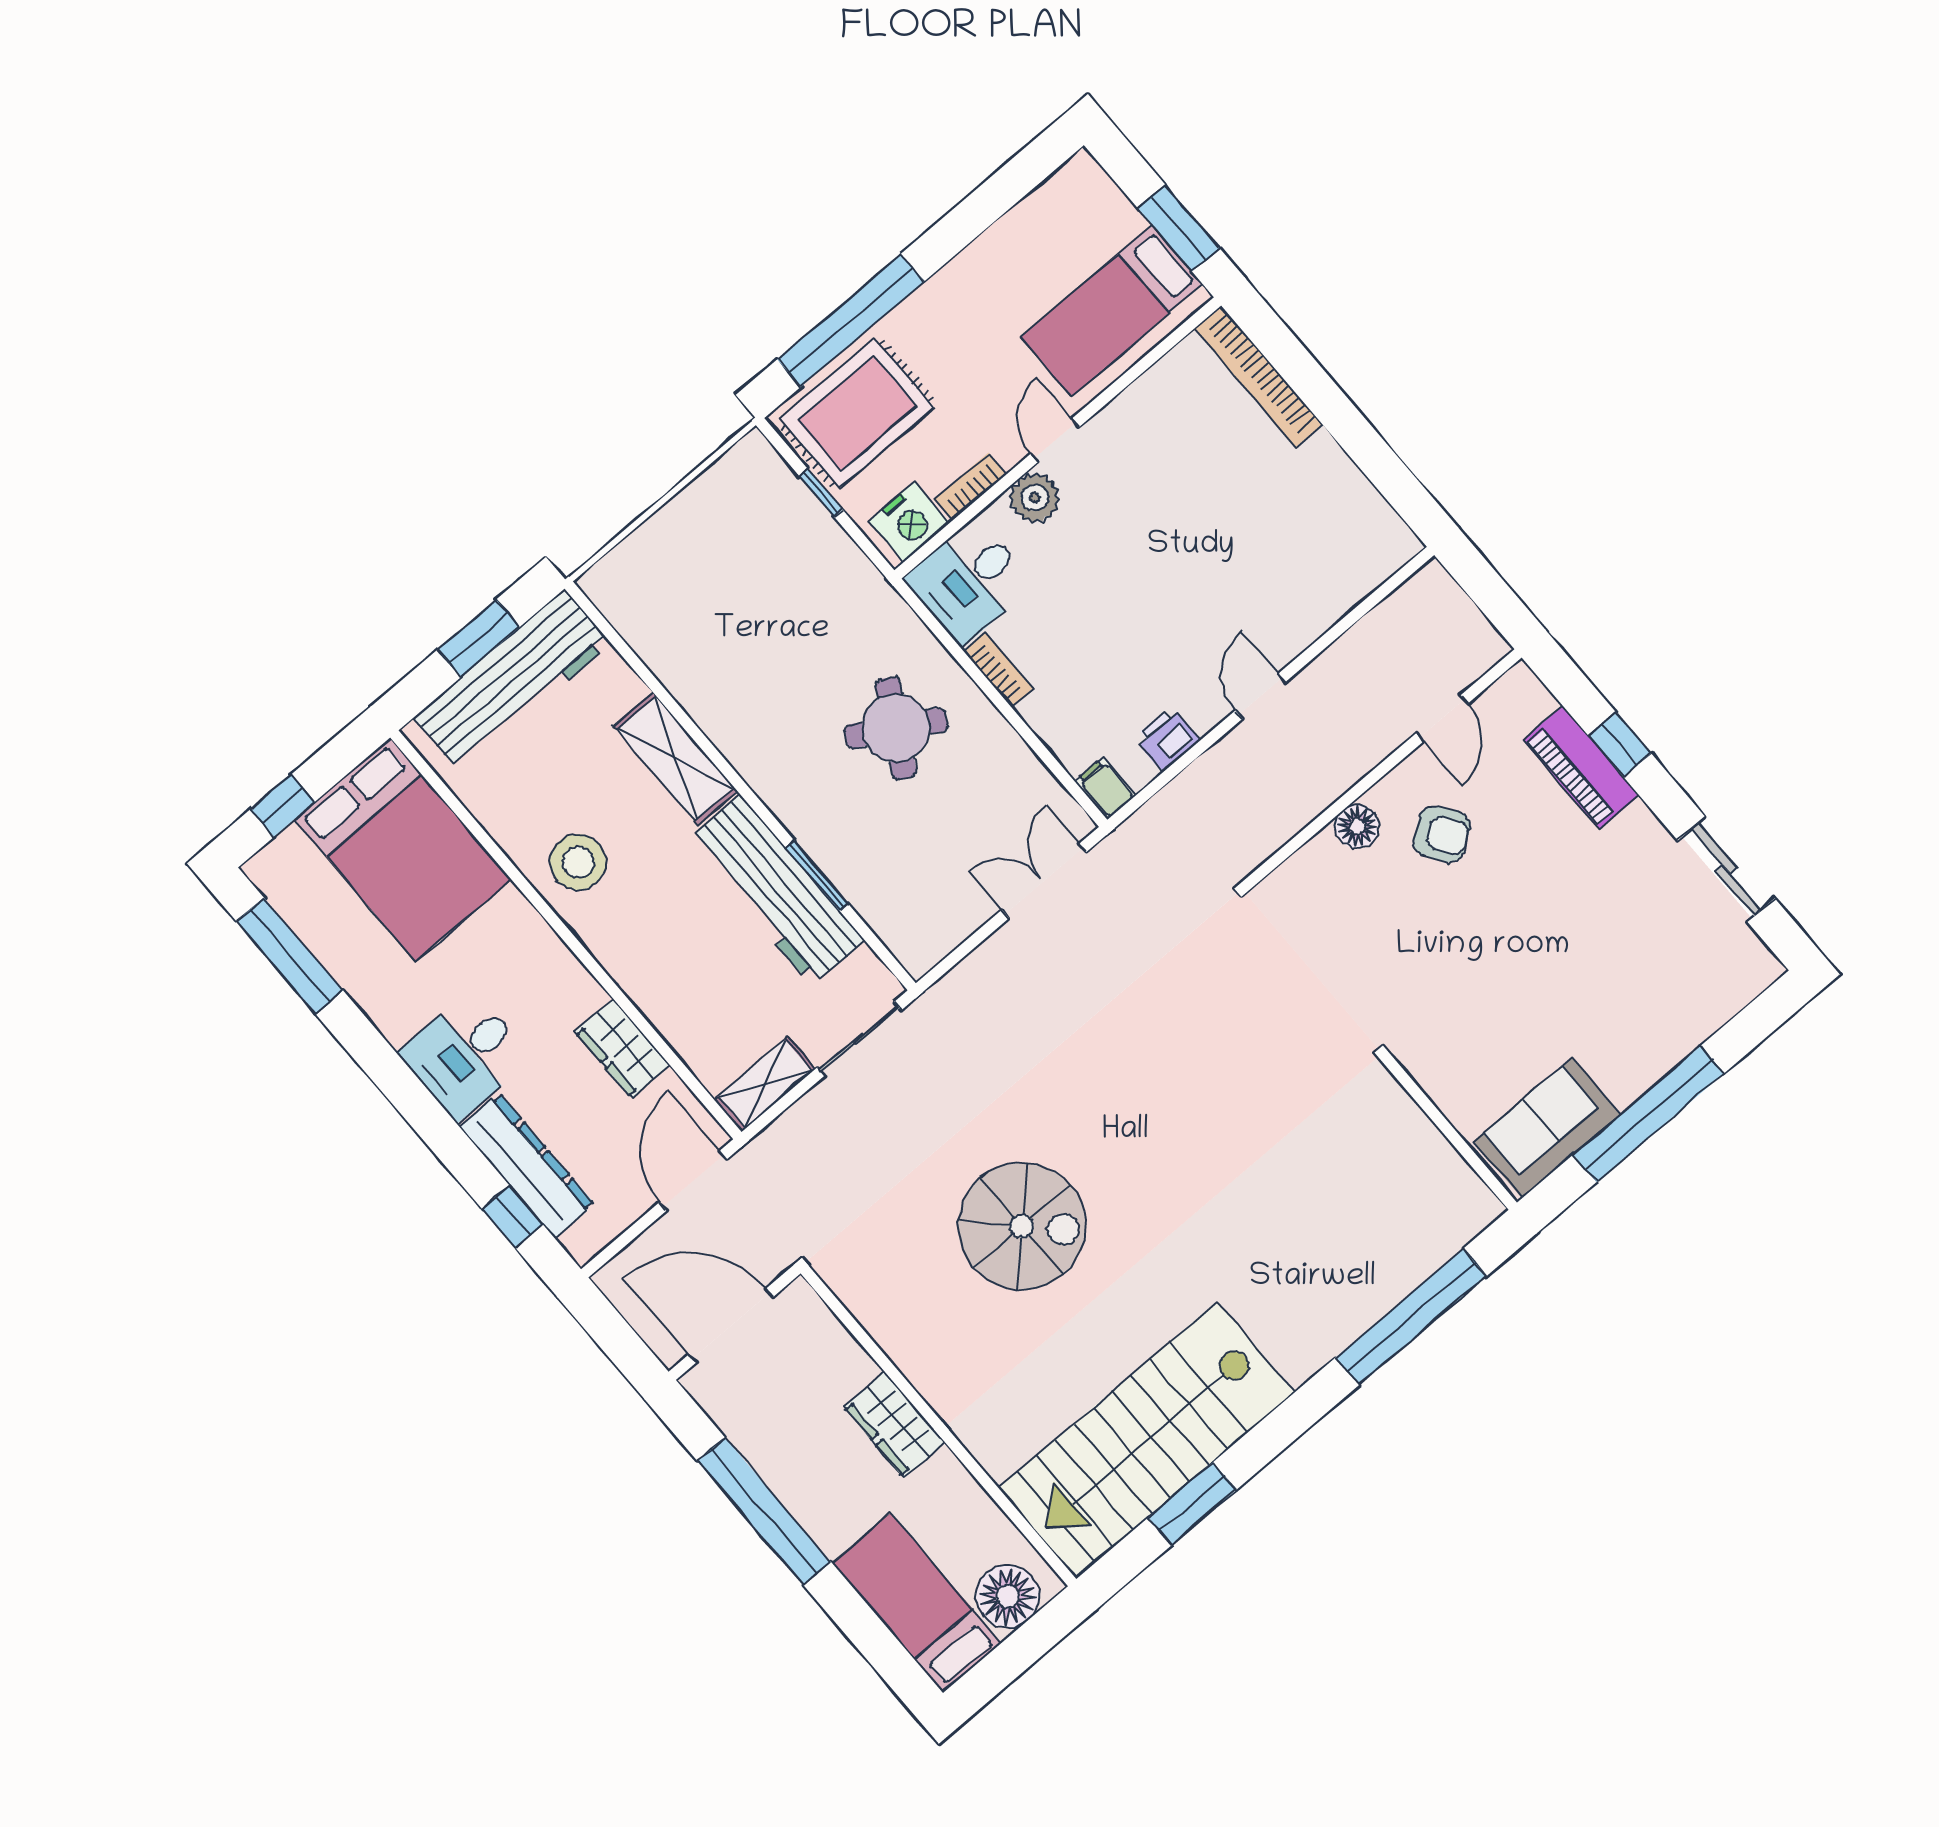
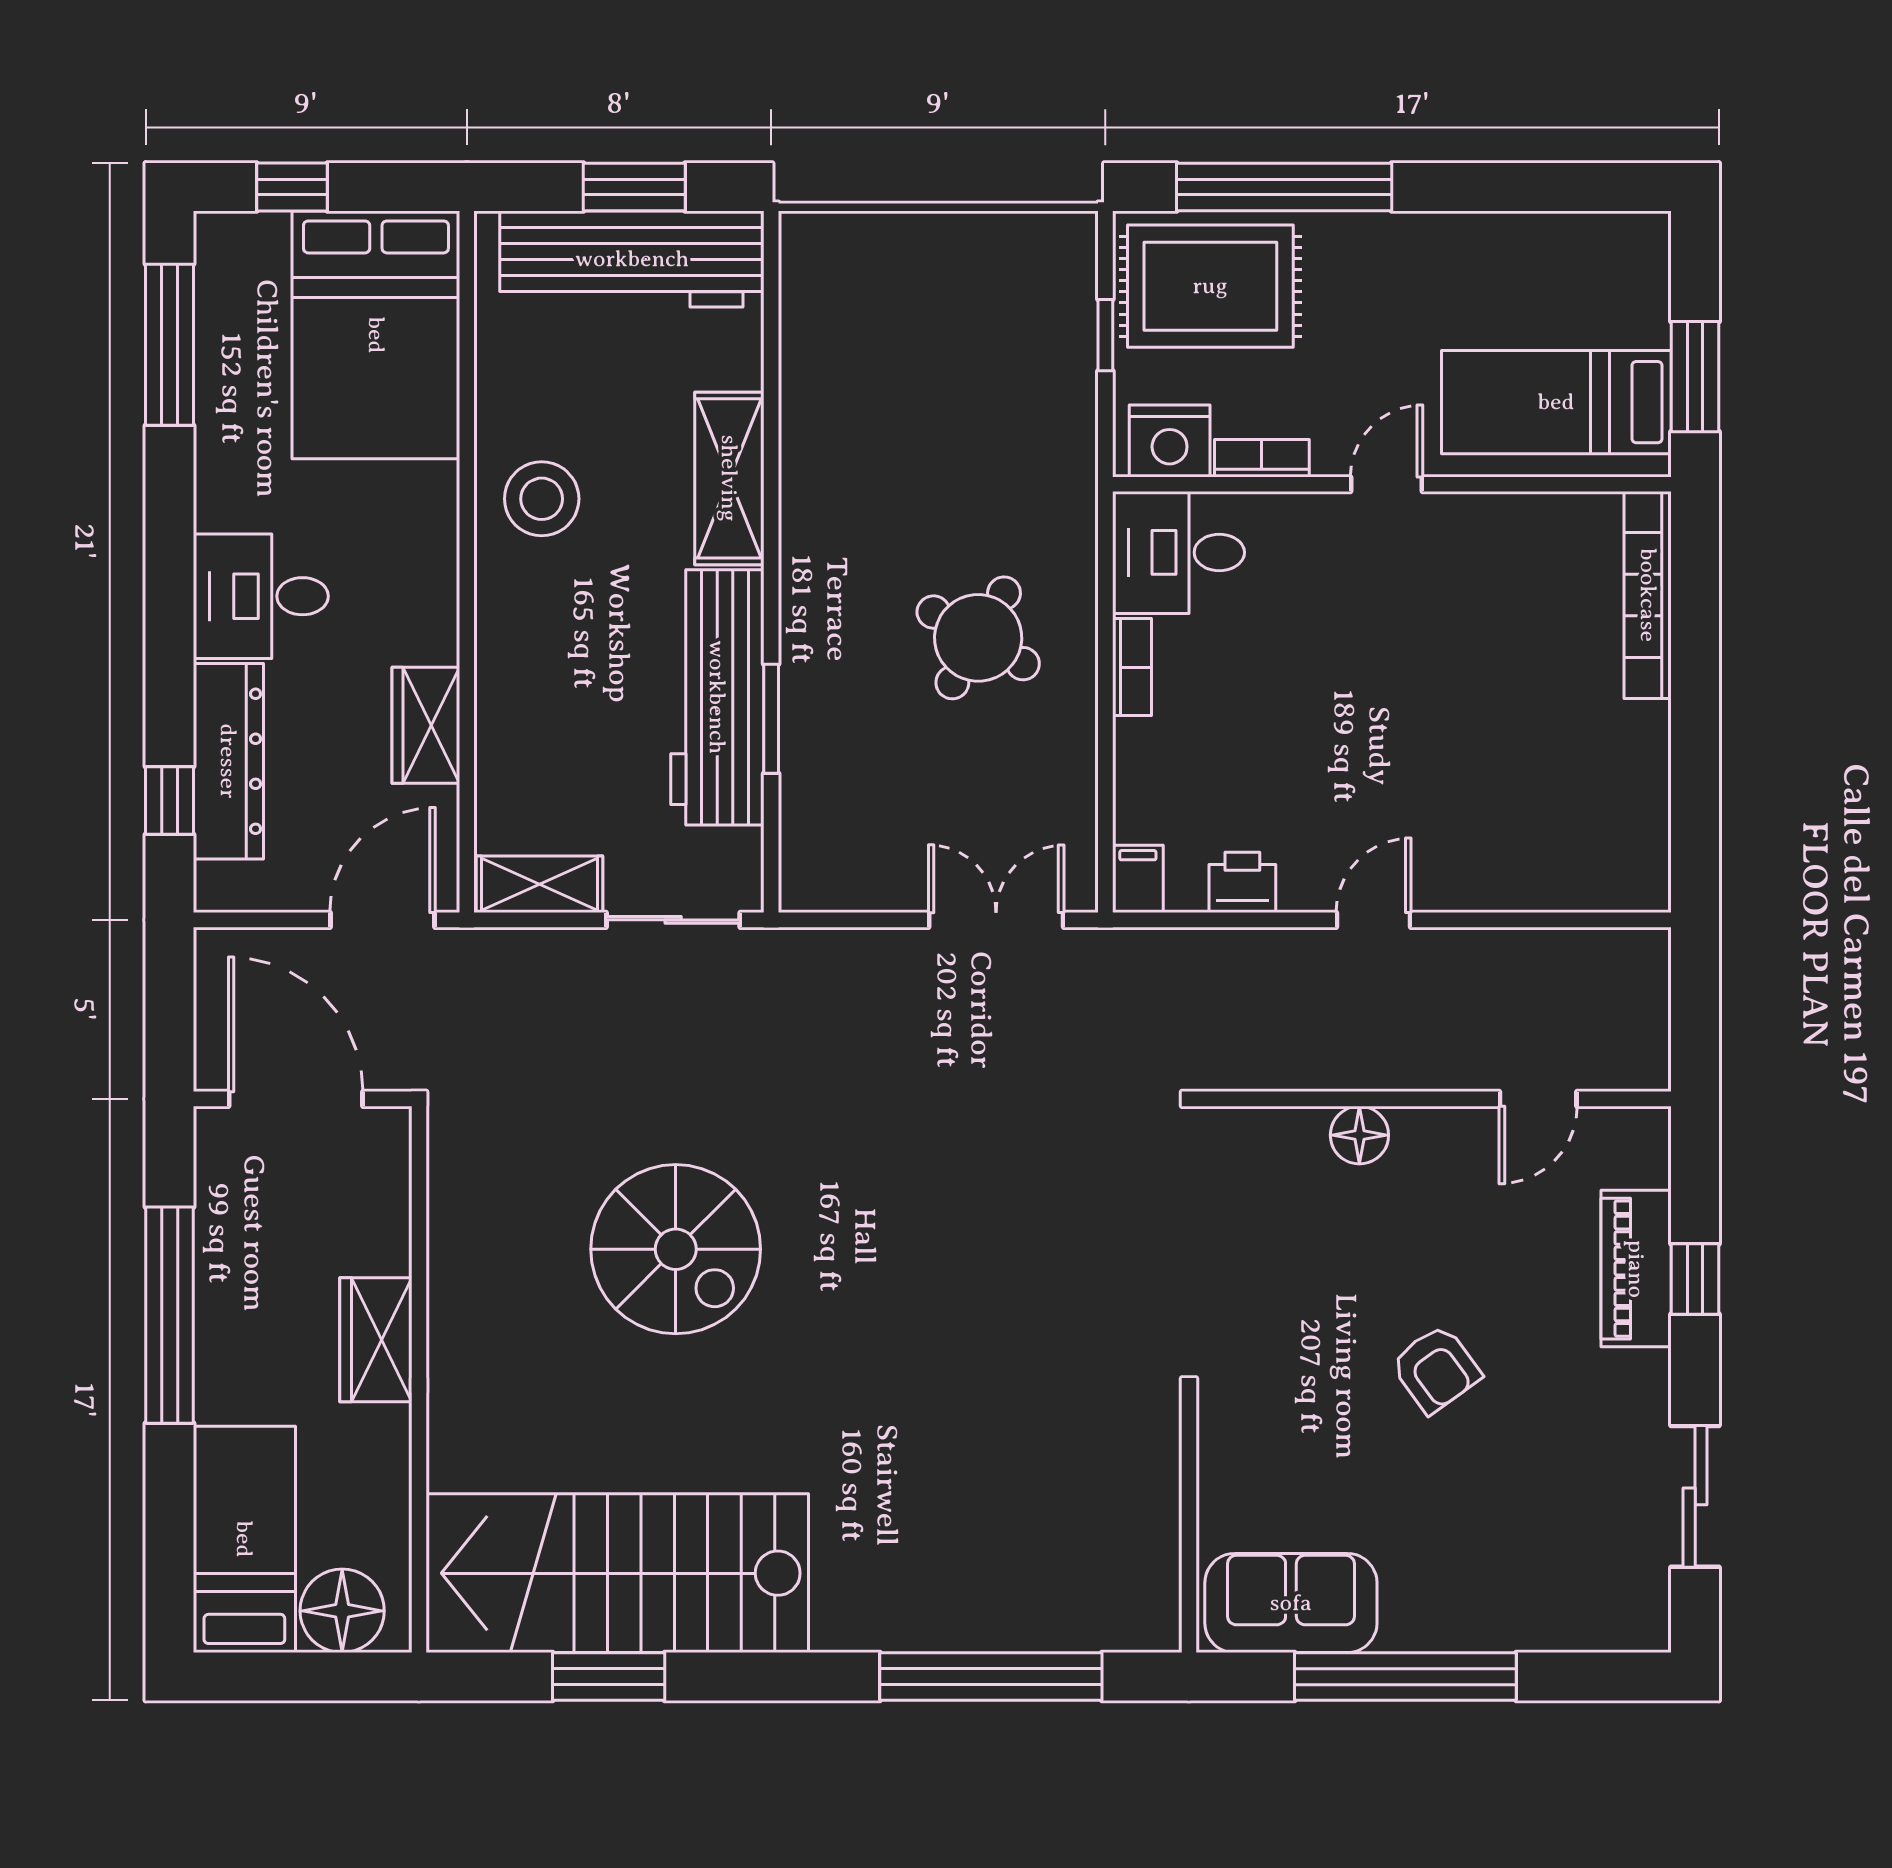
plant: (1035, 498) -> (1317, 525), removed
armchair: (1442, 834) -> (1436, 1369), moved

